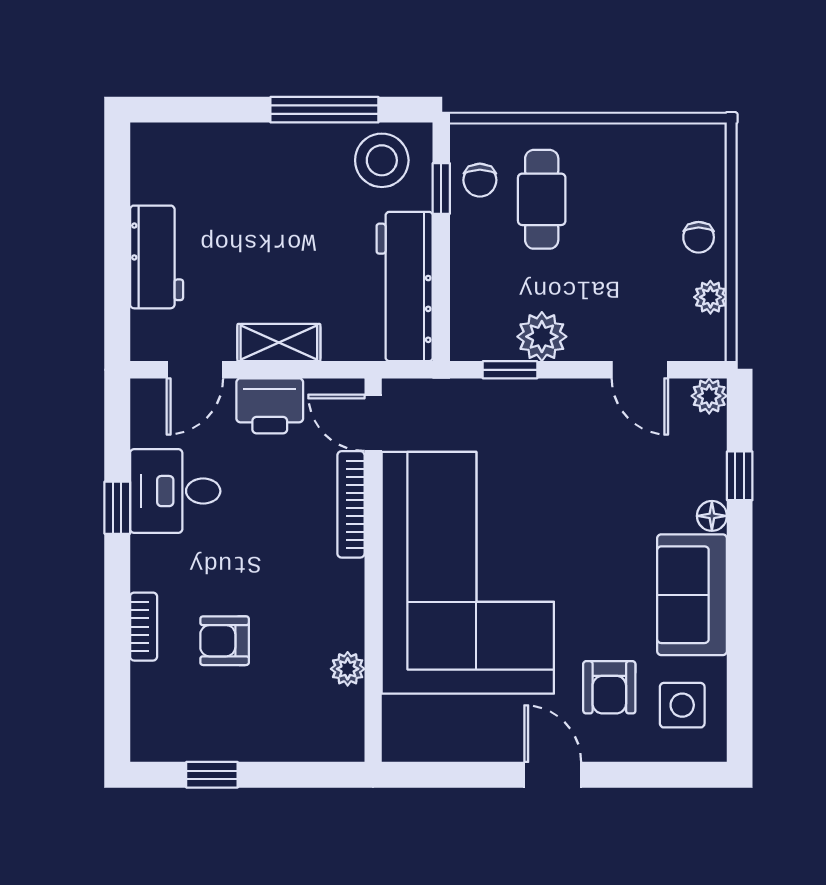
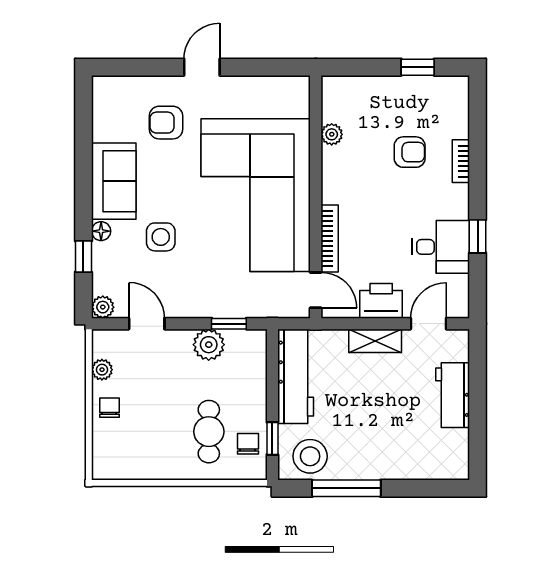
armchair: (609, 687) -> (166, 123), turned -90
side table: (682, 705) -> (161, 237), moved
door: (553, 775) -> (202, 67), swing flipped

